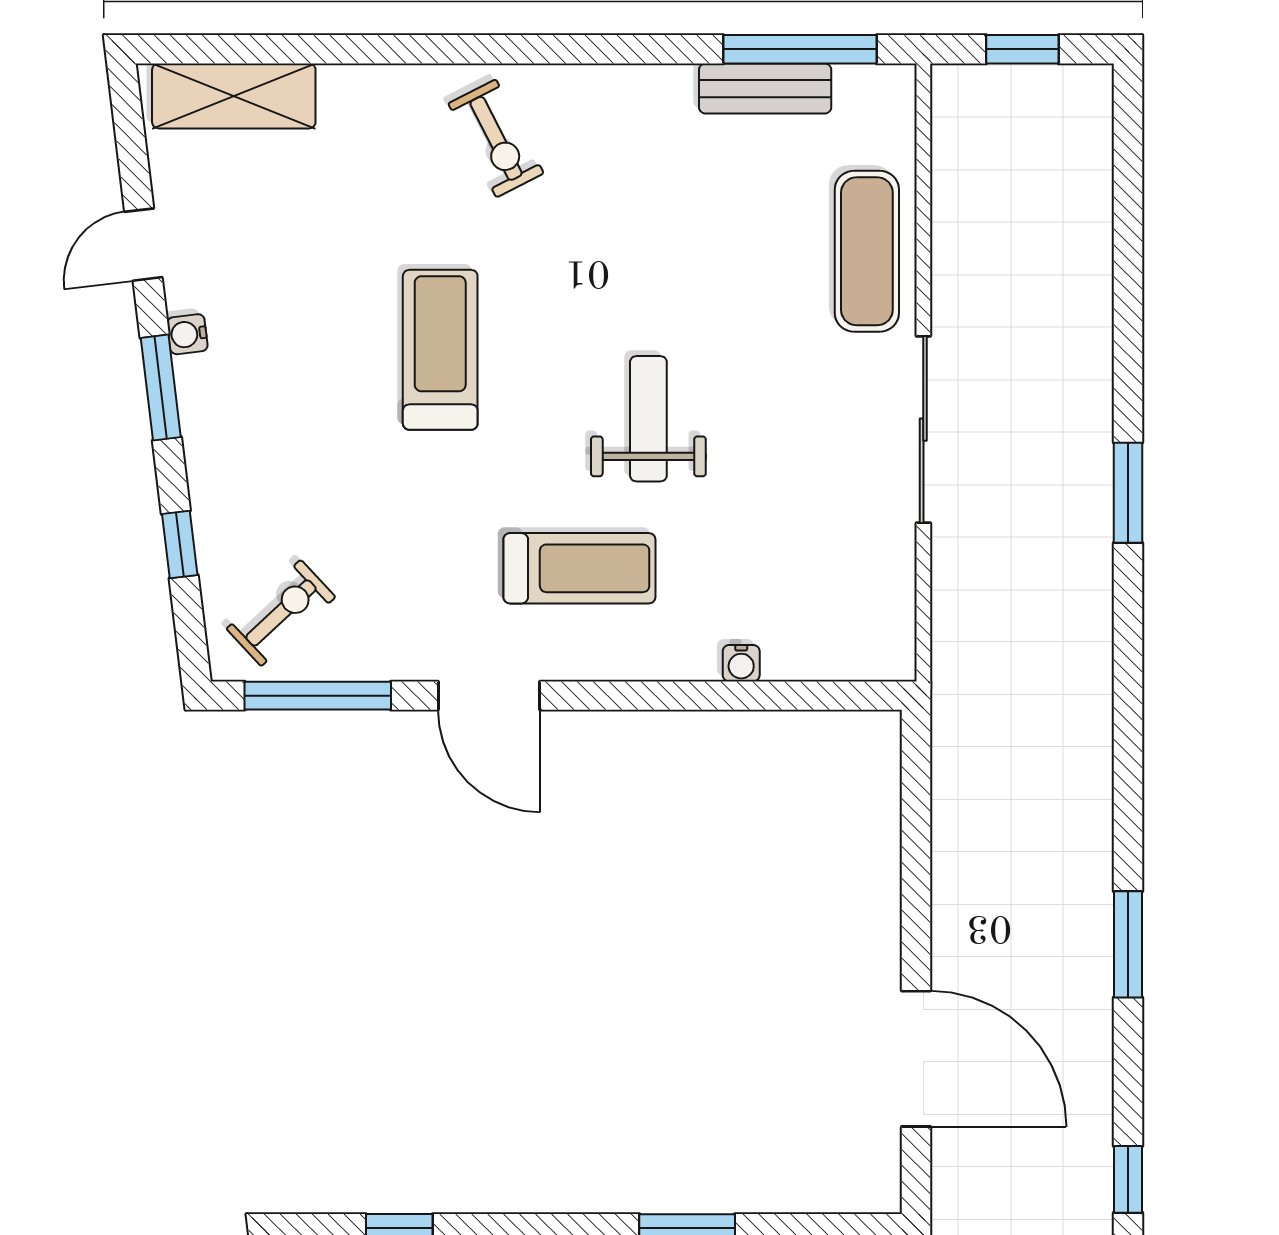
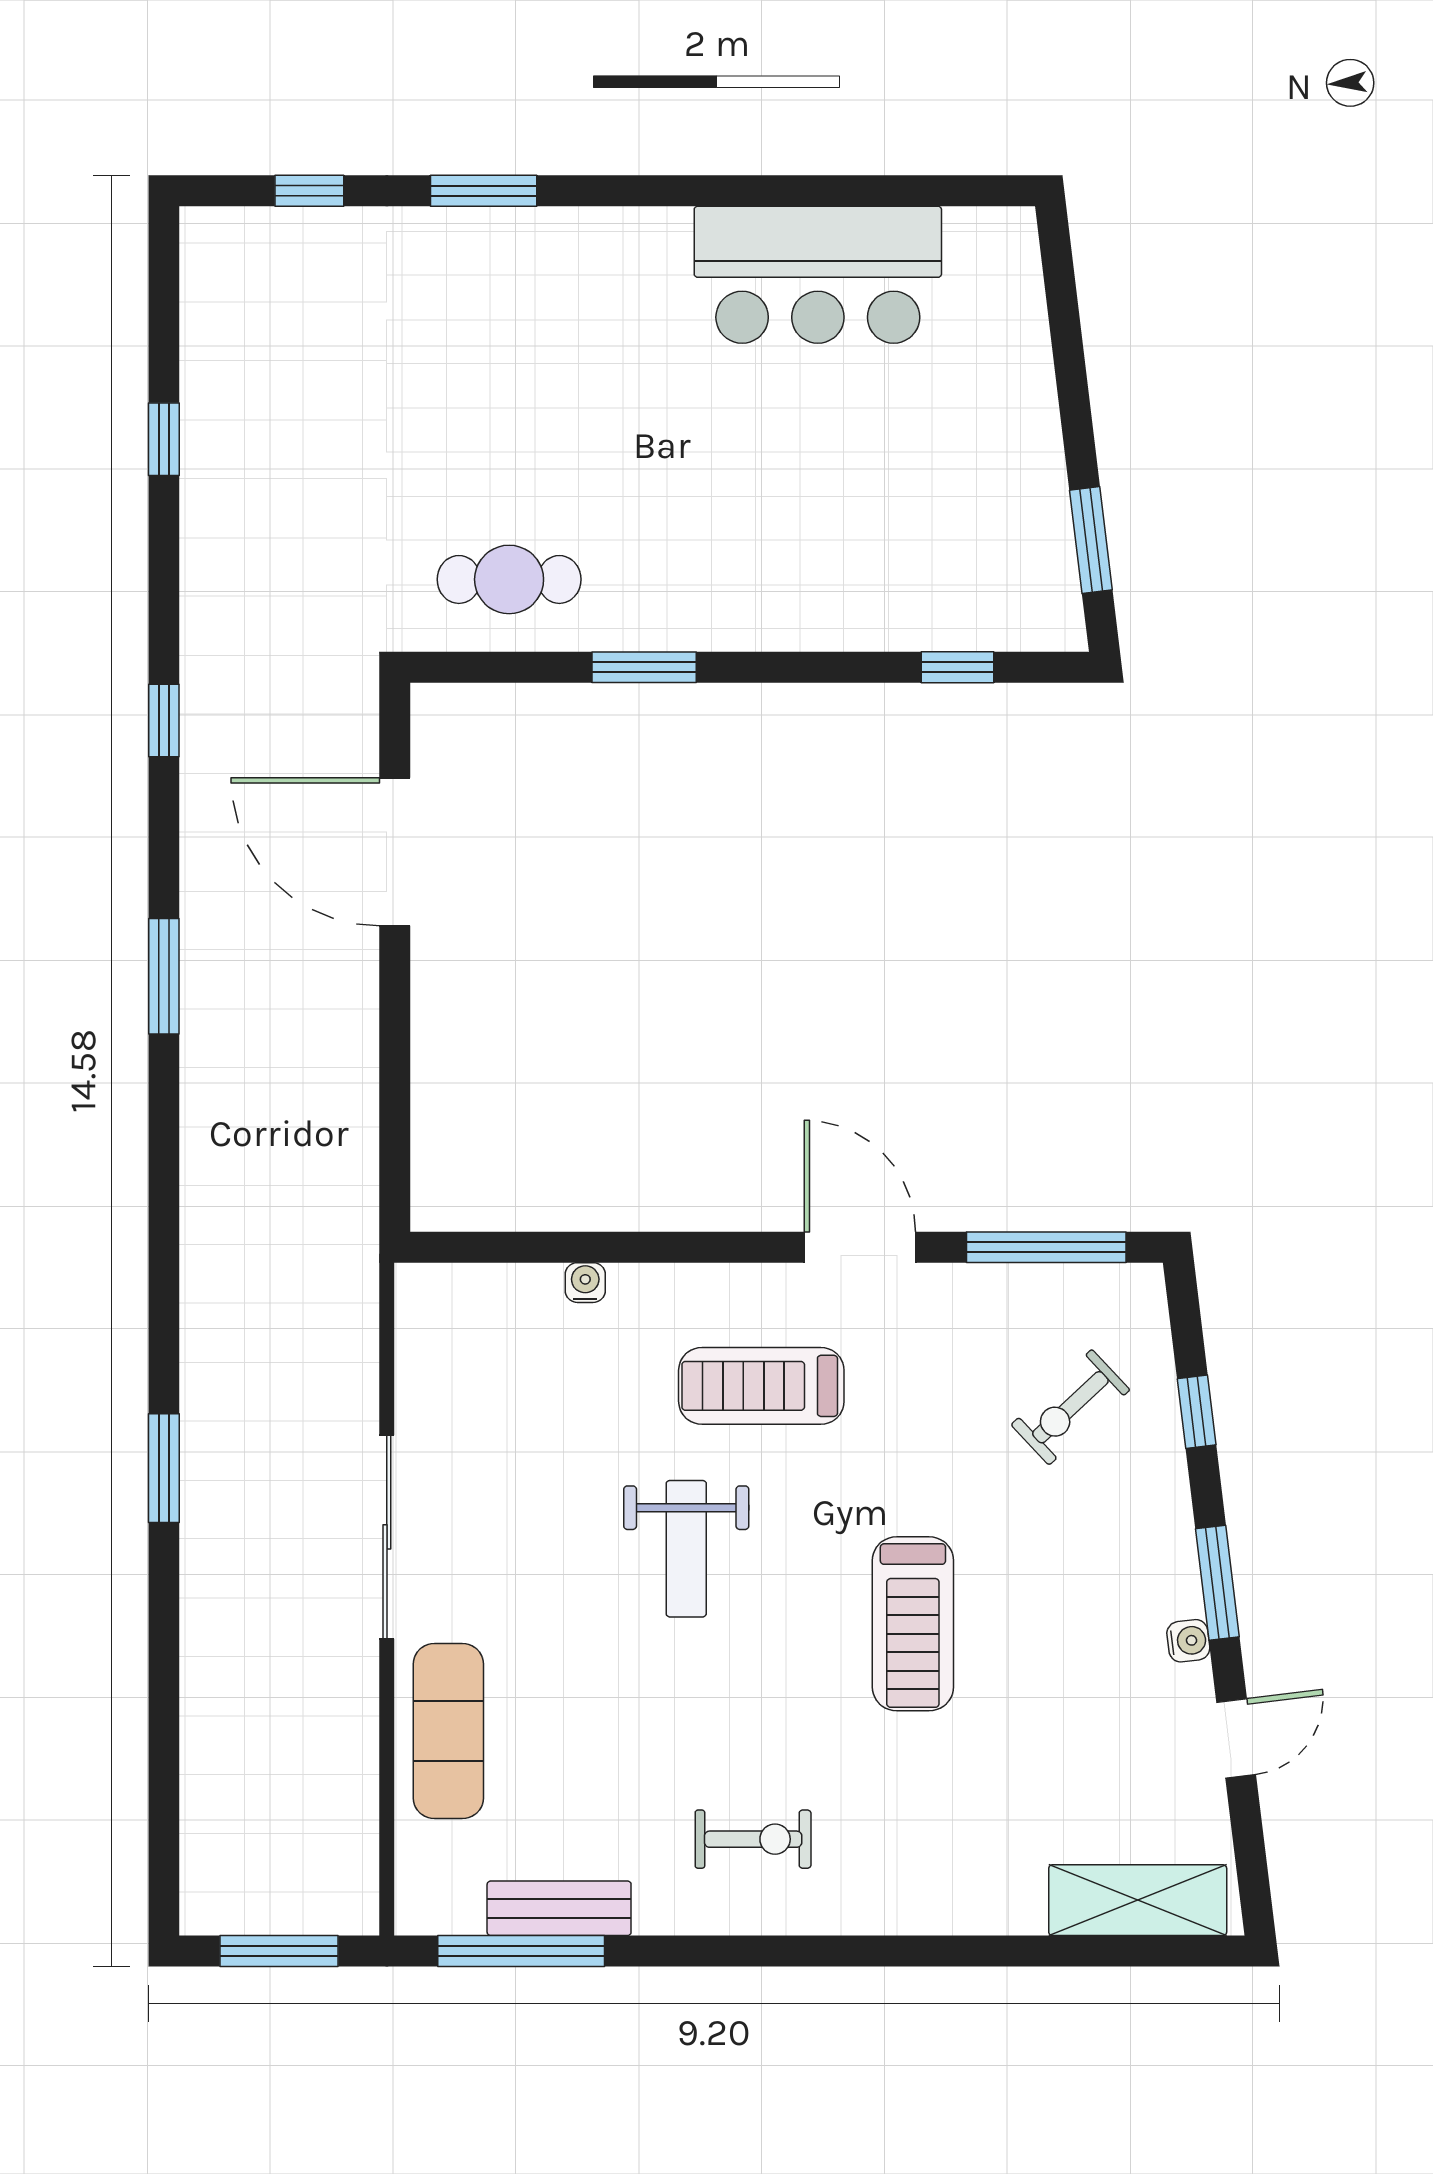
window: (1022, 49) -> (279, 1951), width x1.50
exercise bike: (496, 138) -> (753, 1839), moved, turned 117
exercise bike: (281, 613) -> (1070, 1407), moved

